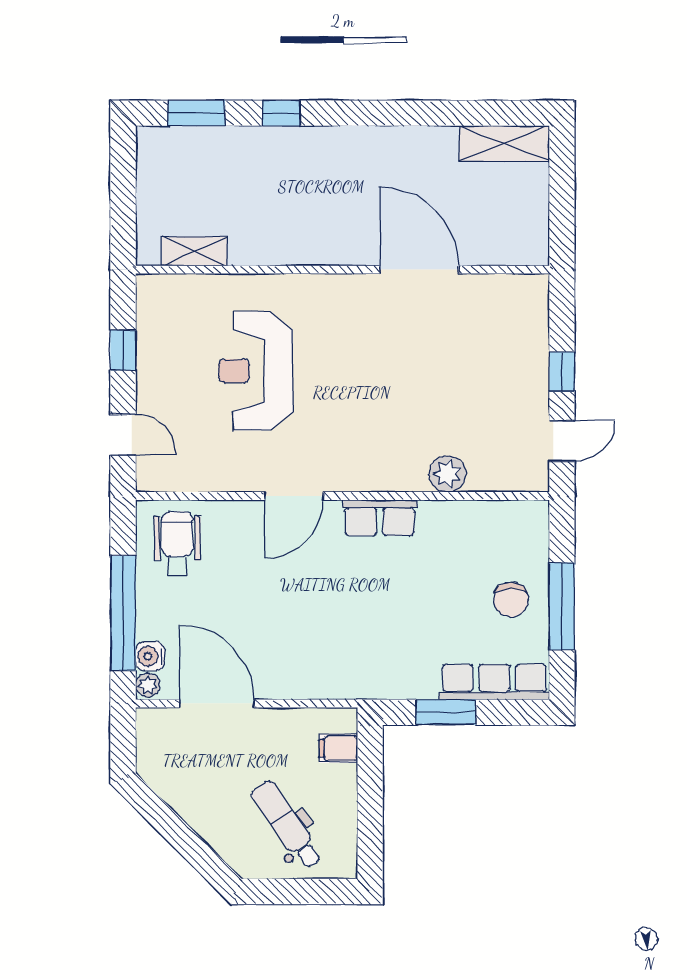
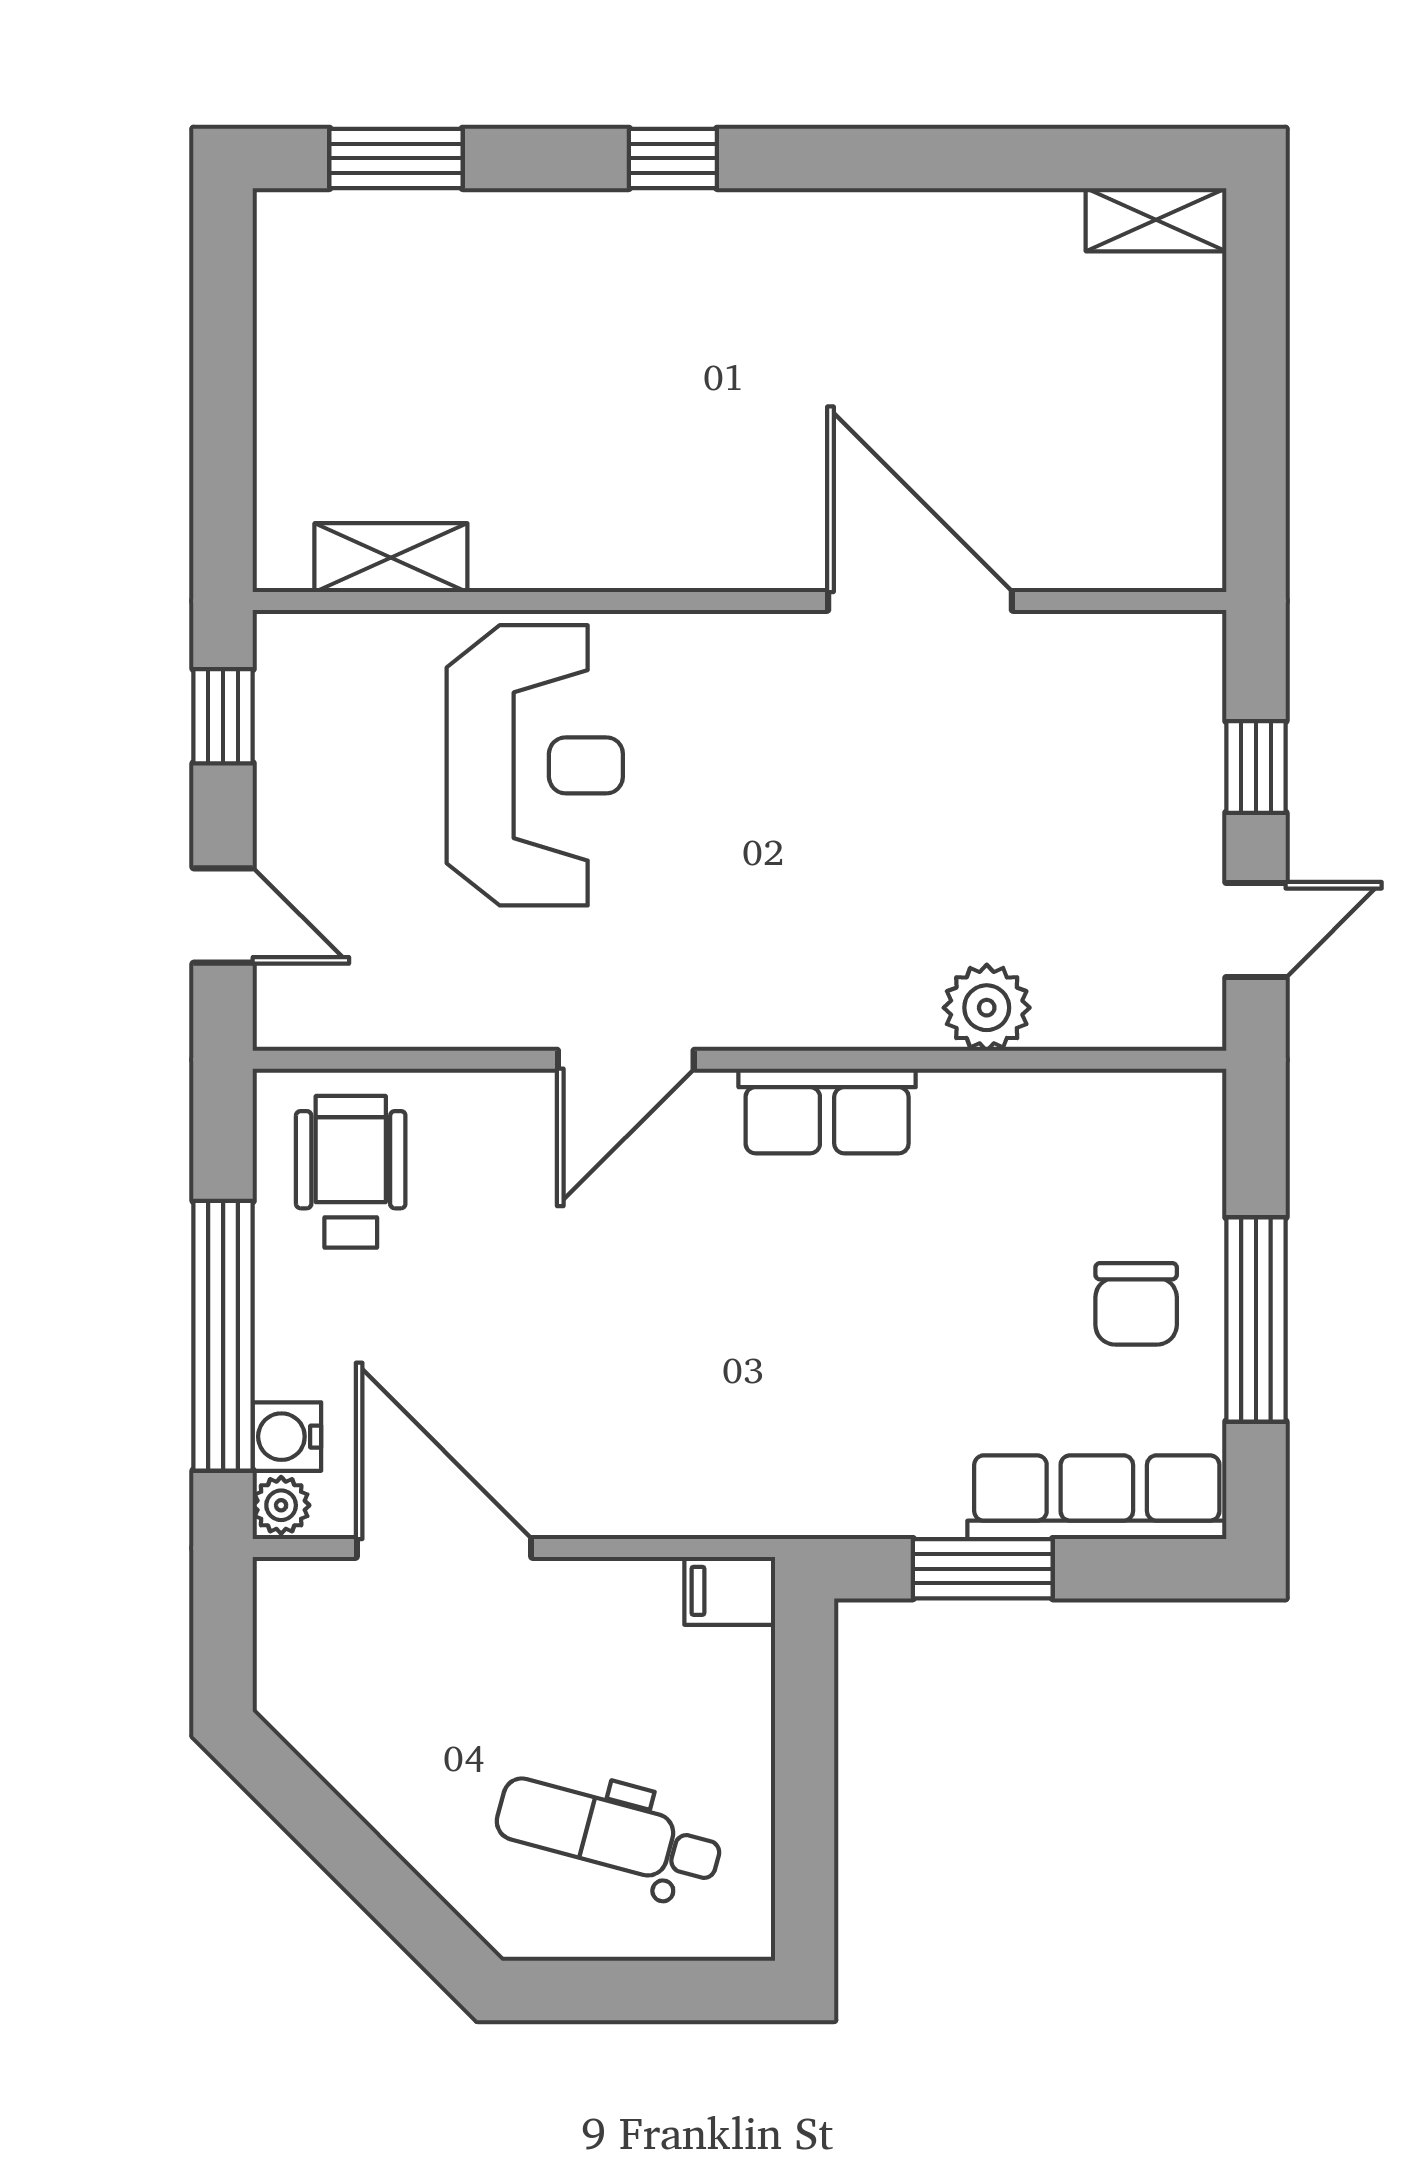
window: (281, 113) -> (673, 158), moved
shelving: (504, 144) -> (1156, 220), width x0.67, depth x0.75
shelving: (194, 251) -> (391, 558), moved
wall: (342, 270) -> (739, 601), moved
door: (419, 270) -> (920, 601), moved
reception desk: (255, 371) -> (535, 765), turned 180
filing cabinet: (338, 748) -> (730, 1591), moved
dental chair: (287, 825) -> (609, 1833), turned -40

